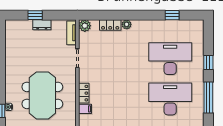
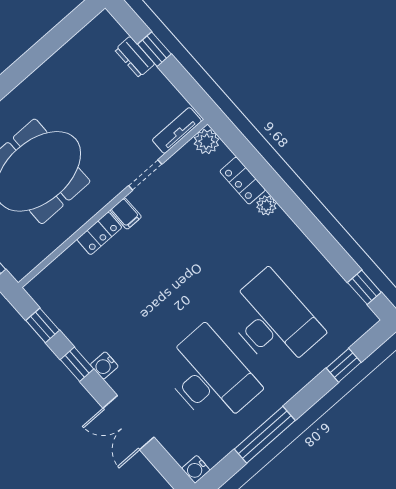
window: (172, 15) -> (364, 287), moved
dresser: (42, 25) -> (135, 57), moved
window: (208, 63) -> (344, 365), moved
filing cabinet: (85, 109) -> (126, 213), moved

